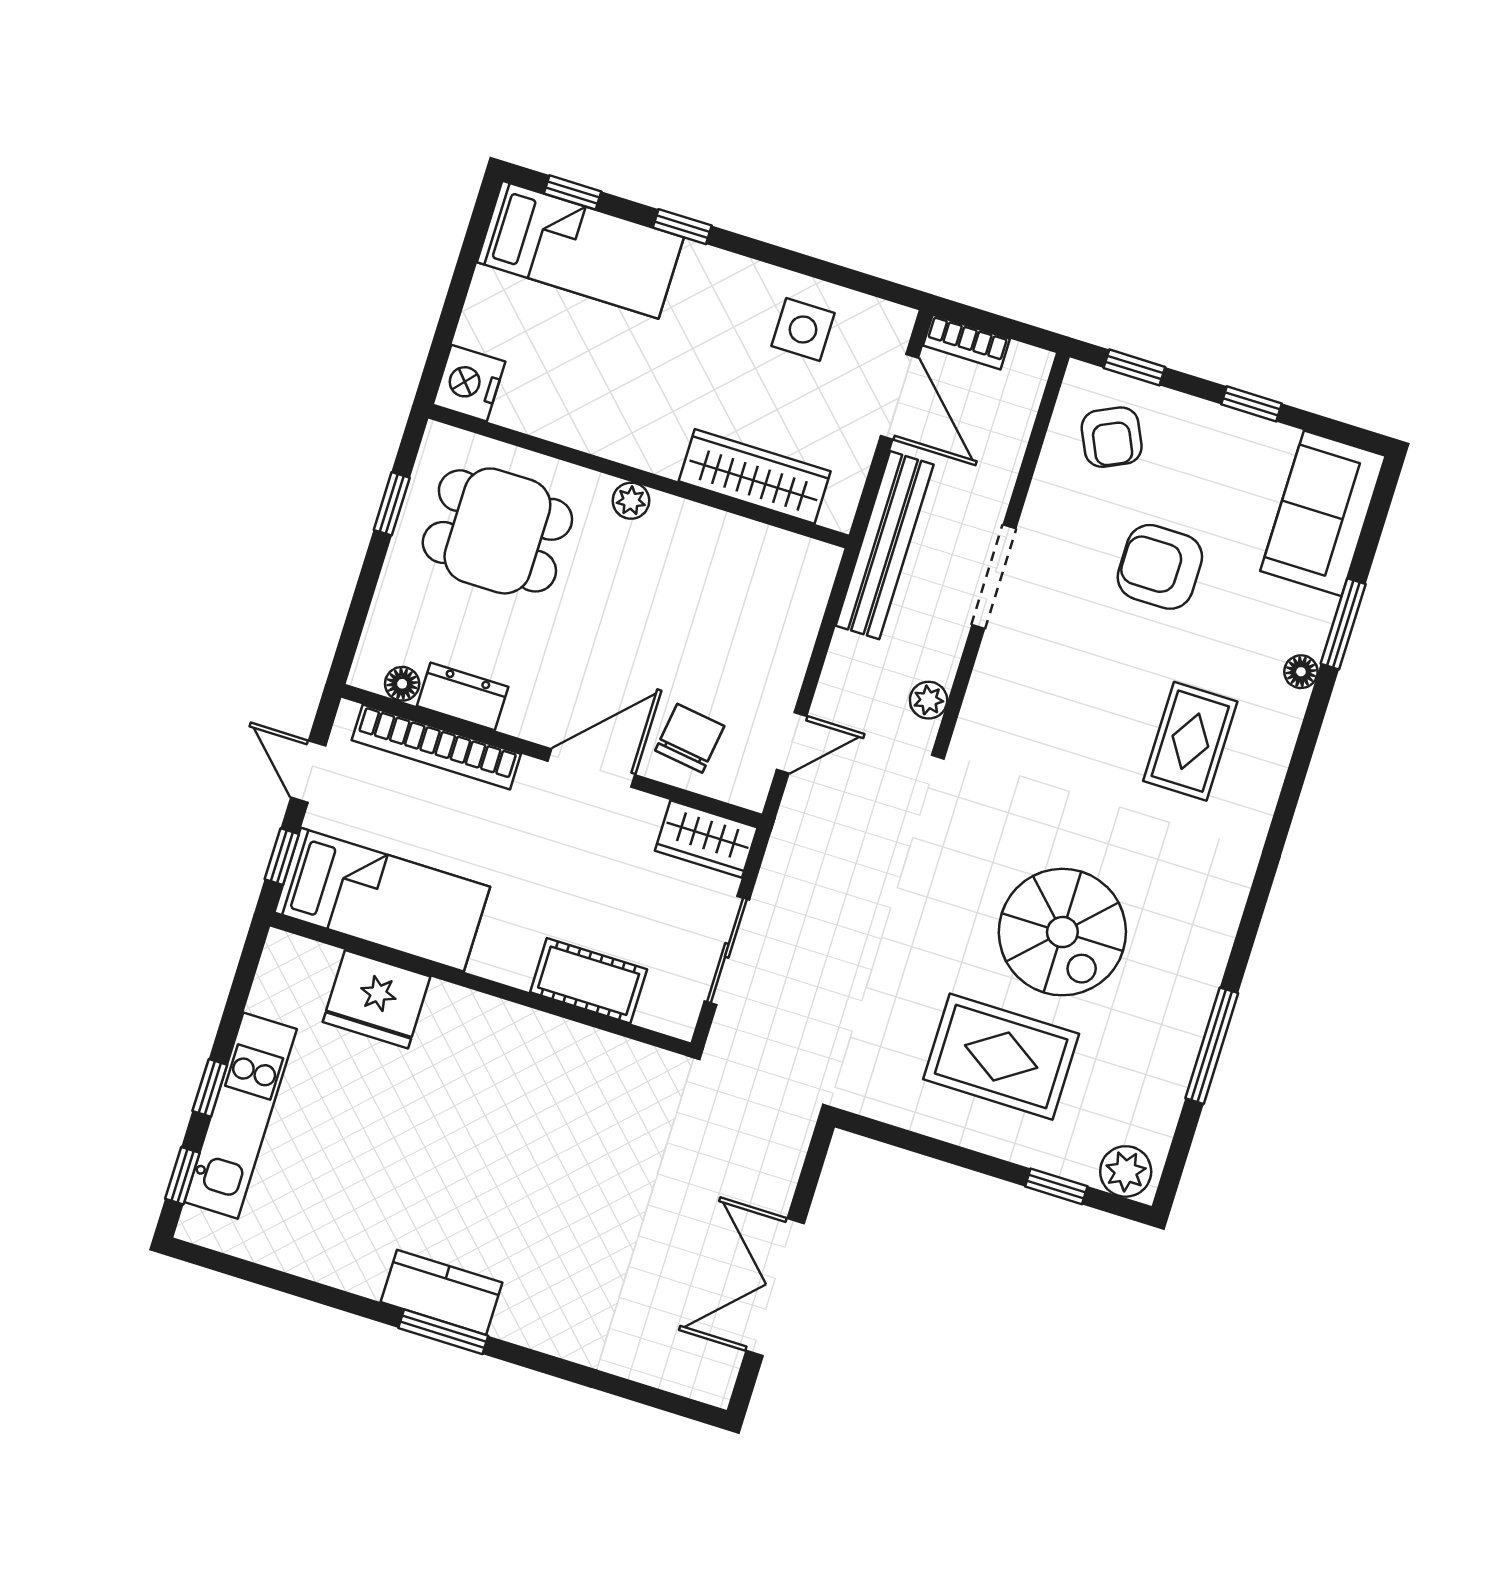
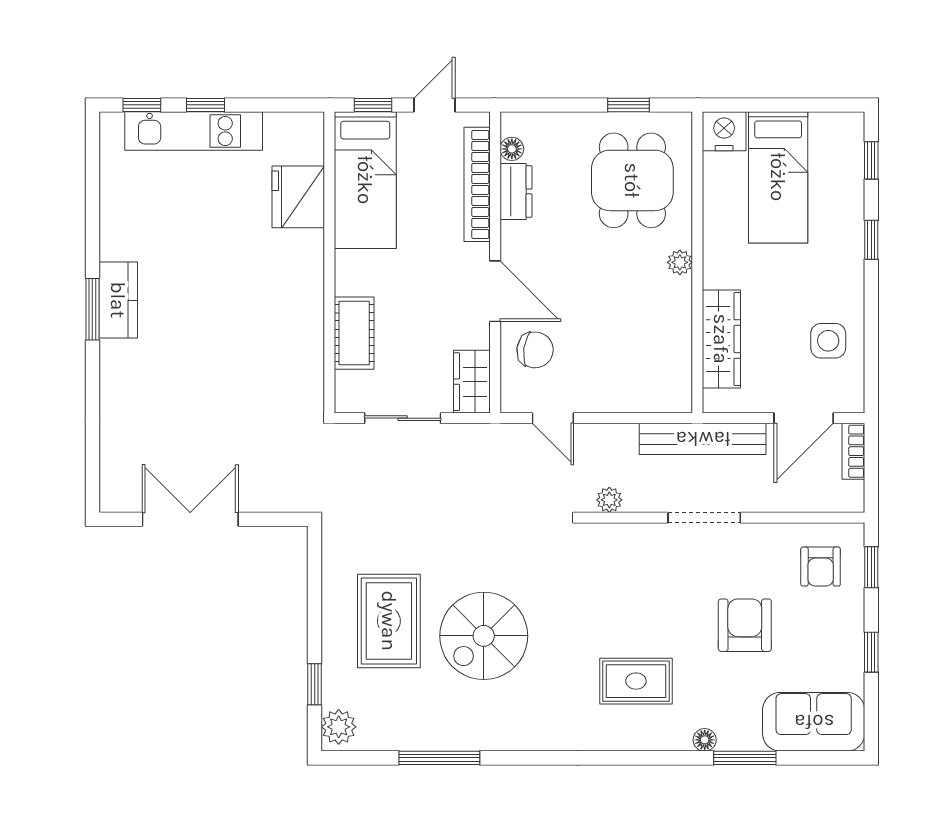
bed: (580, 250) -> (778, 177), moved
armchair: (1112, 437) -> (821, 567), turned -65

